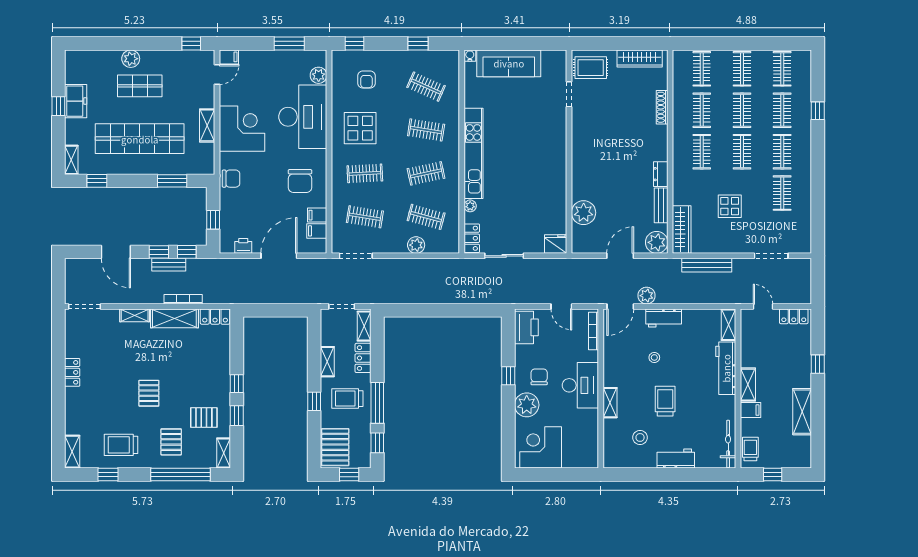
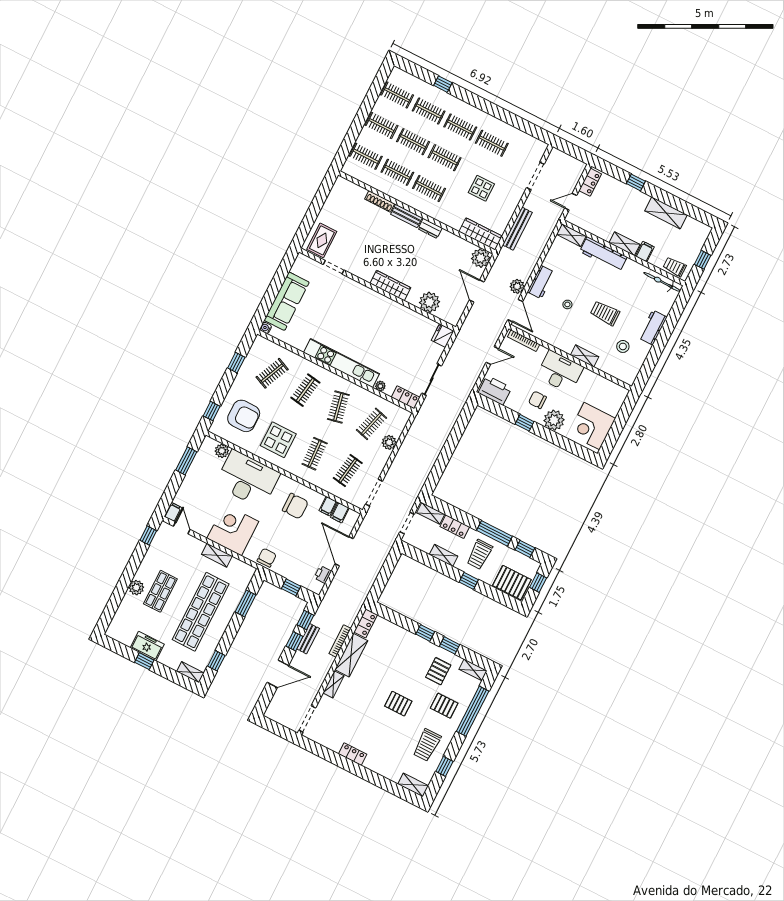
wardrobe: (640, 59) -> (390, 285), moved, turned -90
armchair: (366, 79) -> (244, 416), width x1.88, depth x1.88
bench: (661, 205) -> (406, 216), moved

